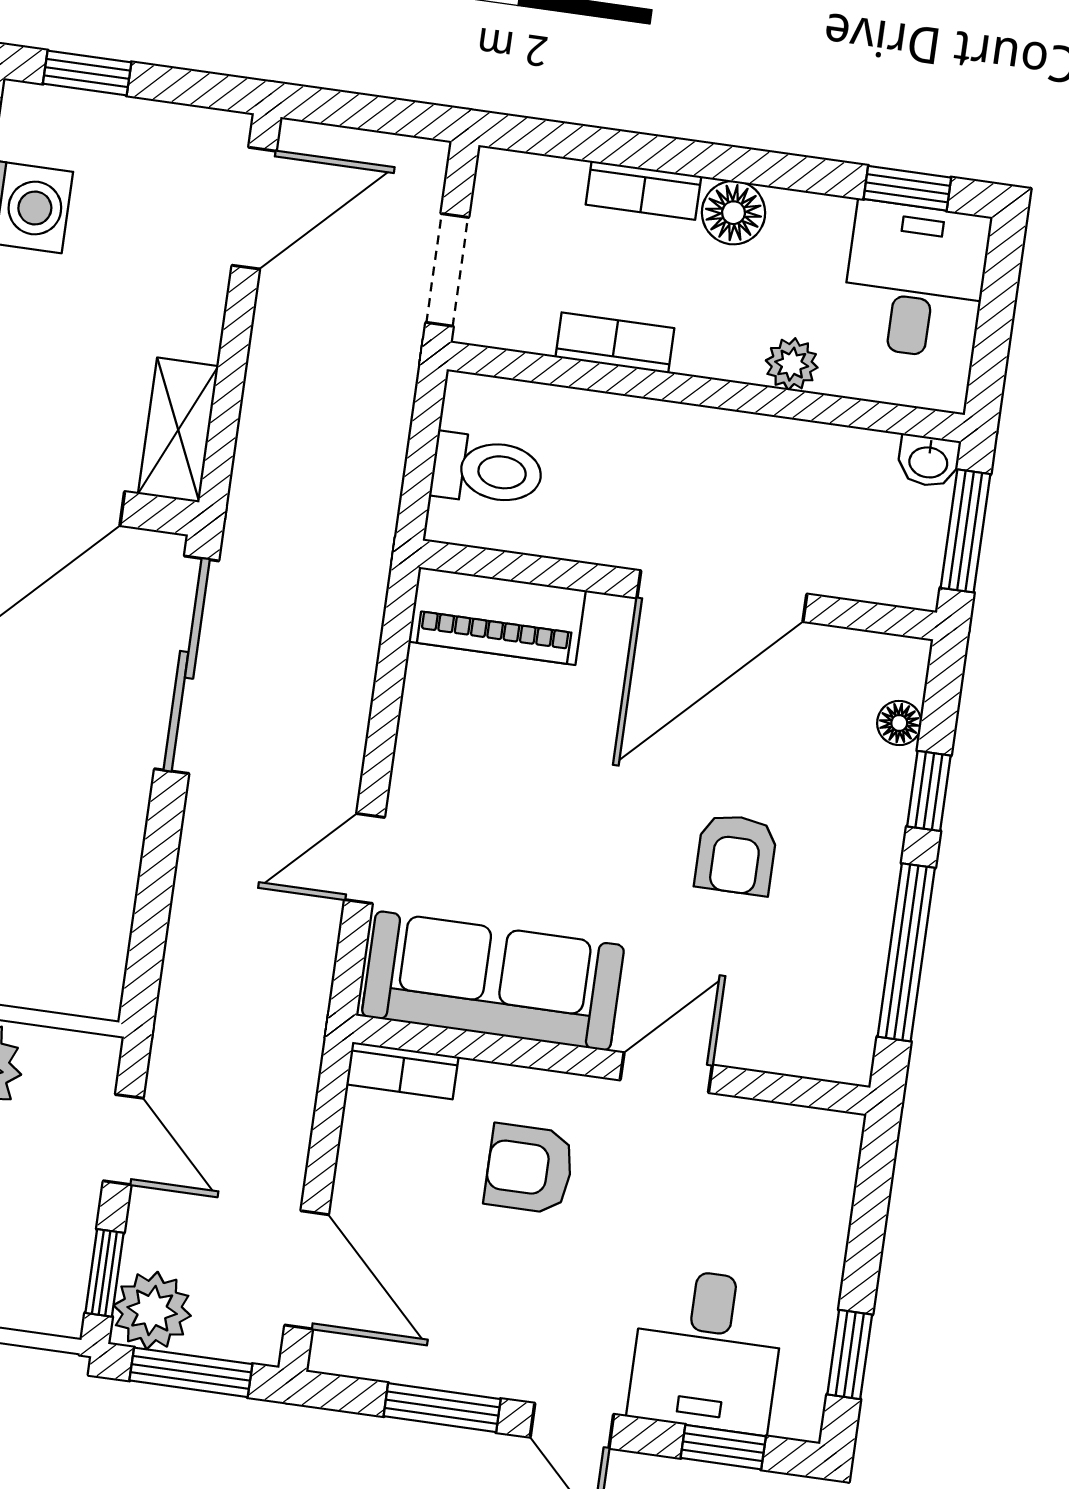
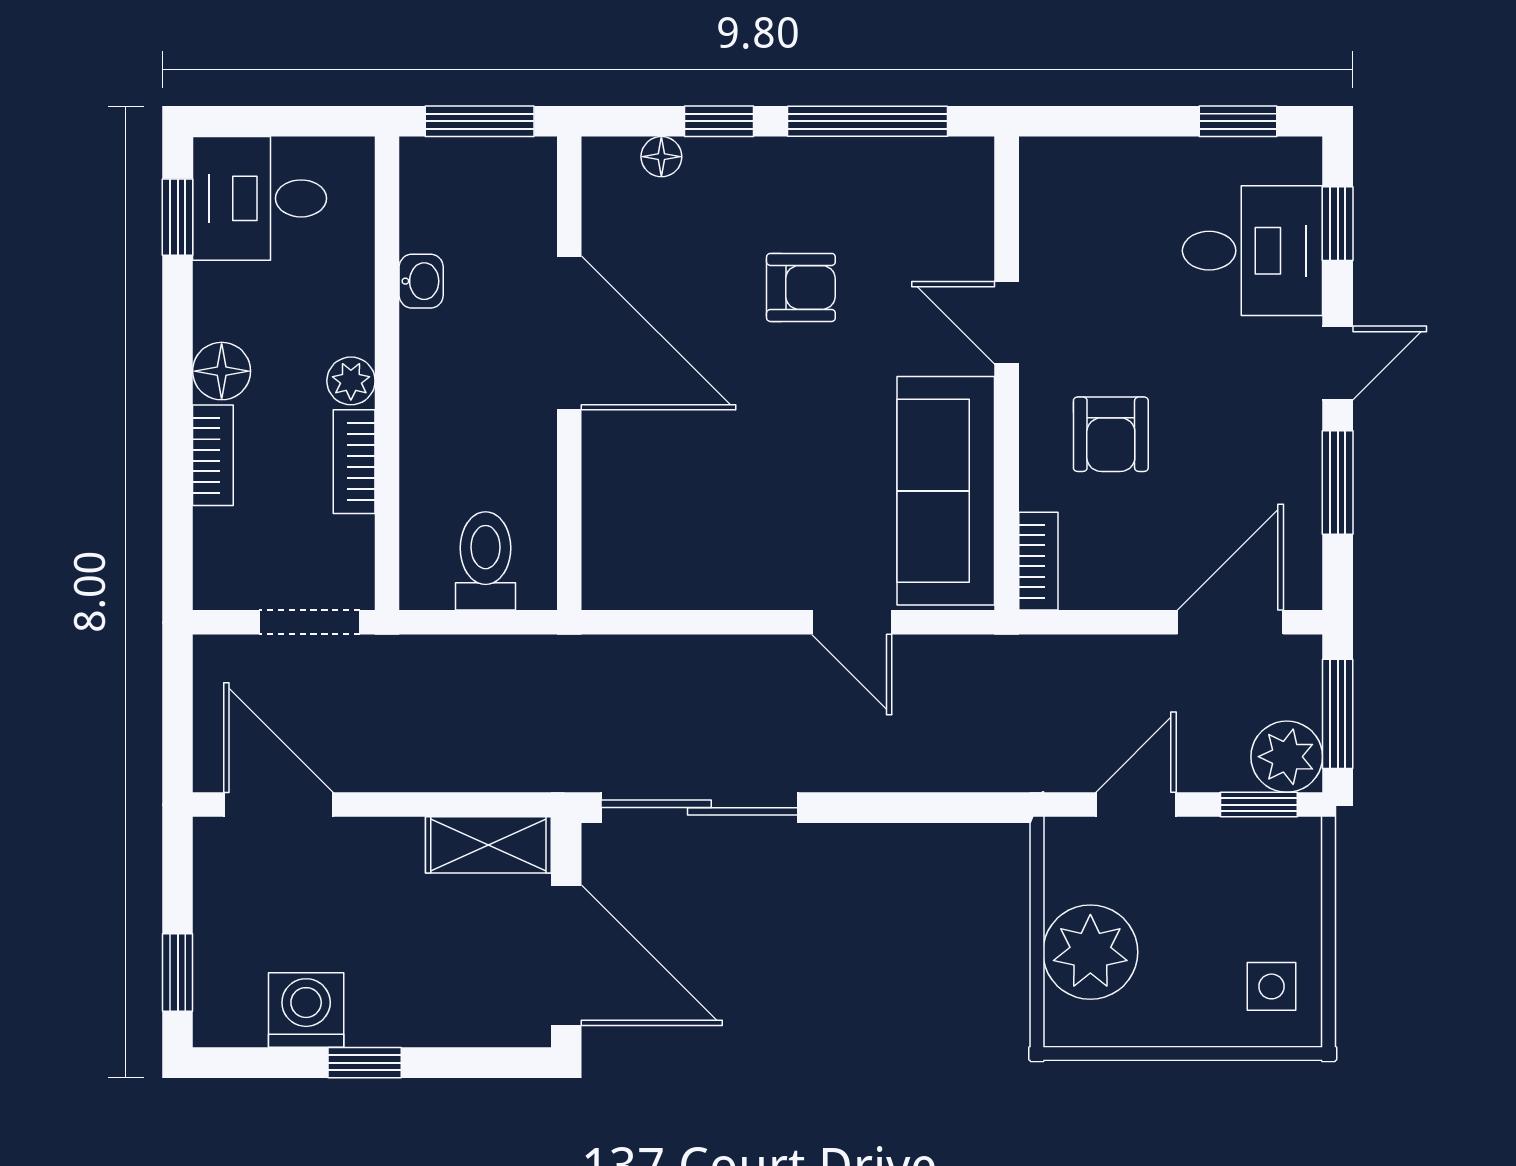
plant: (792, 364) -> (351, 381), moved
washbasin: (928, 461) -> (421, 281), moved
piano: (497, 616) -> (616, 533), removed

